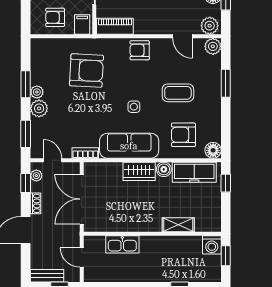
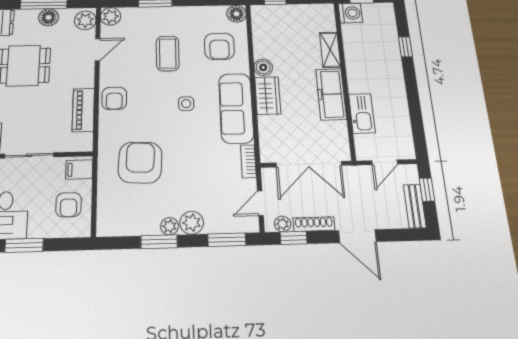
piano: (115, 26) -> (83, 110), moved
freezer: (194, 172) -> (331, 94), moved, turned 180
shoe rack: (36, 203) -> (314, 224), width x1.43

